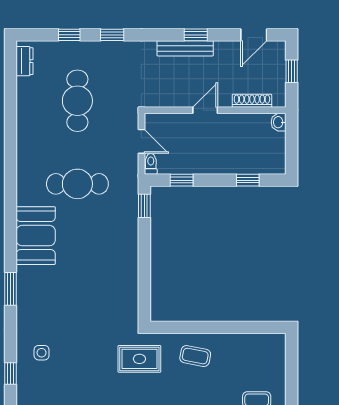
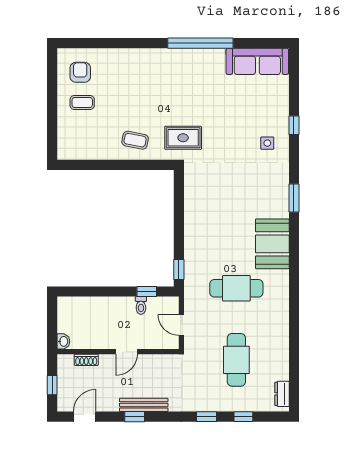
shoe rack: (252, 101) -> (86, 360), width x0.70
toilet: (151, 164) -> (141, 305), moved
window: (248, 180) -> (90, 292), removed

